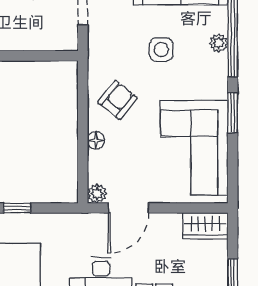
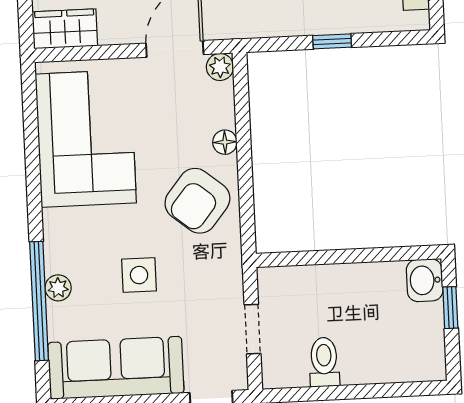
armchair: (117, 100) -> (197, 201), width x1.38, depth x1.38
window: (233, 113) -> (34, 190), removed

